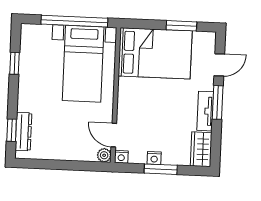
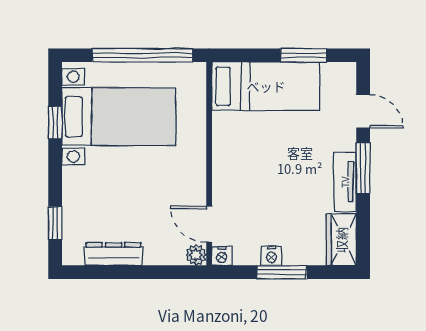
bed: (155, 53) -> (266, 86), width x0.67
bed with nightstands: (83, 64) -> (119, 117), moved, turned -90
door: (219, 65) -> (363, 111), hinge flipped
dresser: (23, 132) -> (113, 254), moved, turned -90

